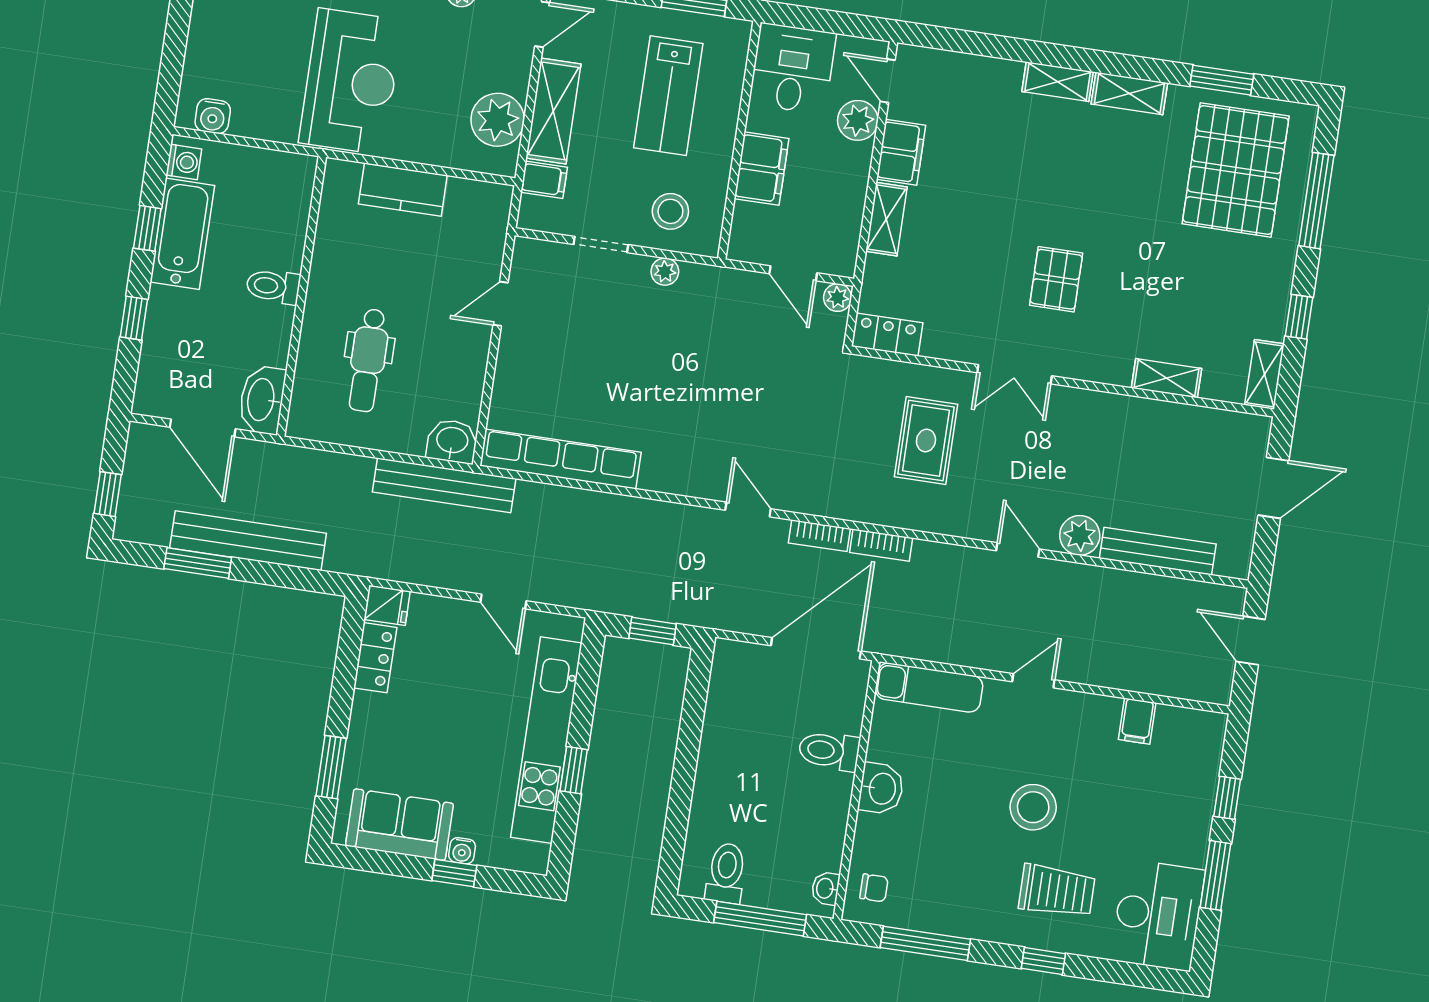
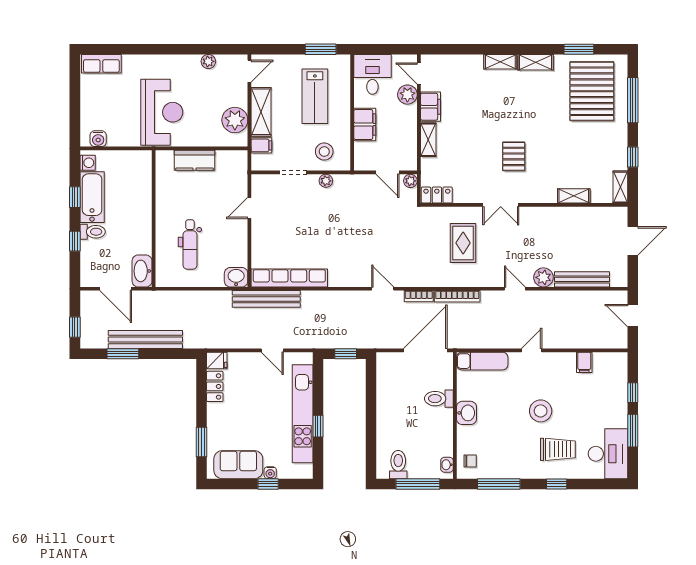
toilet: (273, 286) -> (93, 232), moved, turned 180
bench: (444, 485) -> (266, 299), moved
bookcase: (881, 545) -> (457, 296), width x1.56

